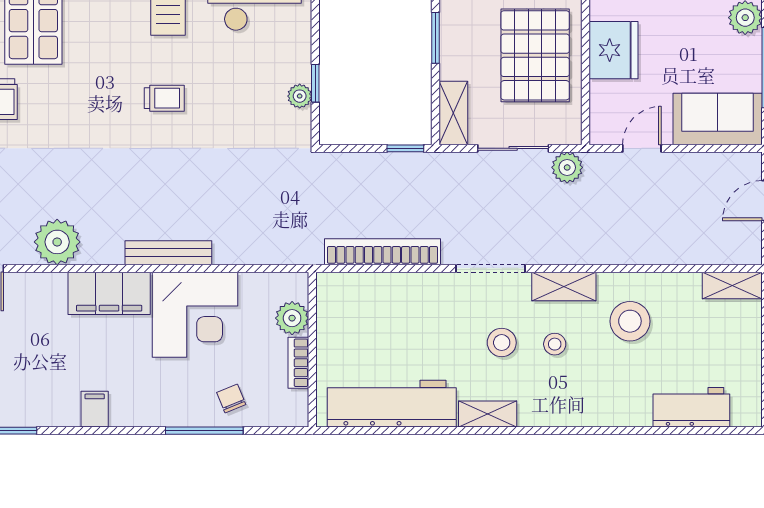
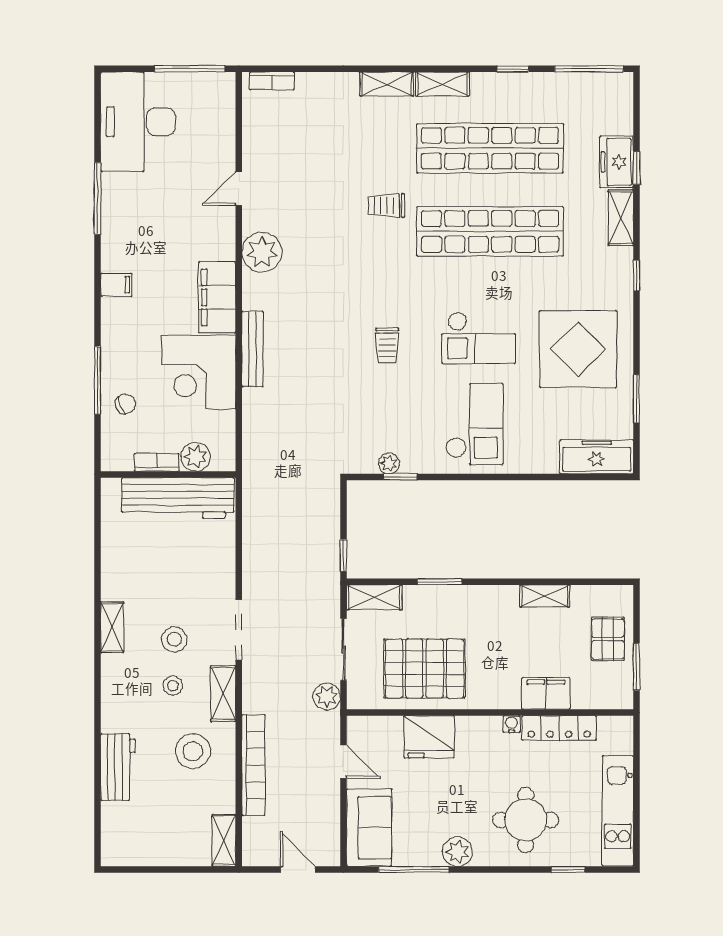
bookcase: (382, 252) -> (253, 765), moved
workbench: (392, 404) -> (178, 498), moved, turned 90
workbench: (691, 407) -> (118, 767), moved

